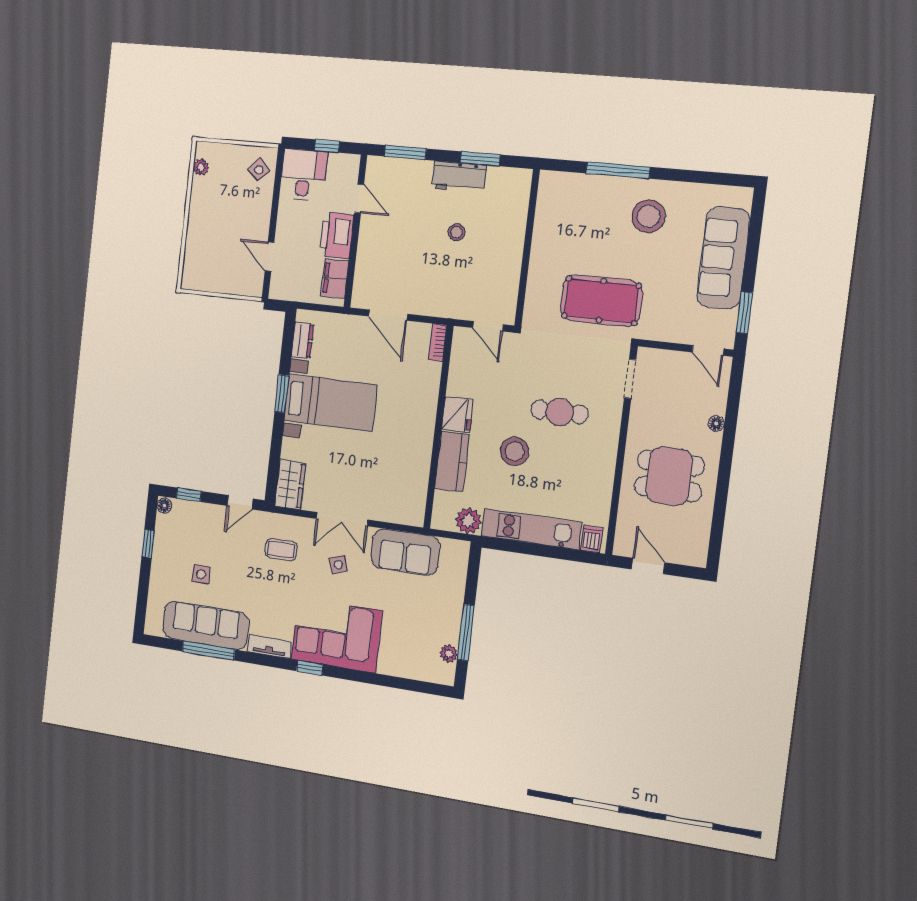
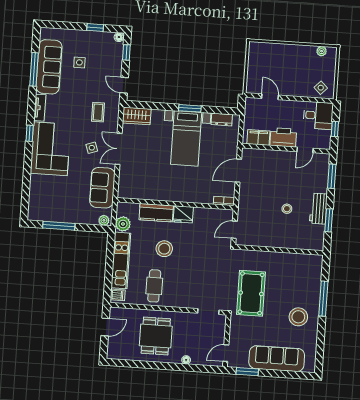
door: (270, 257) -> (270, 97), hinge flipped
cafe table: (560, 412) -> (154, 286), moved
plant: (449, 654) -> (104, 220), moved

